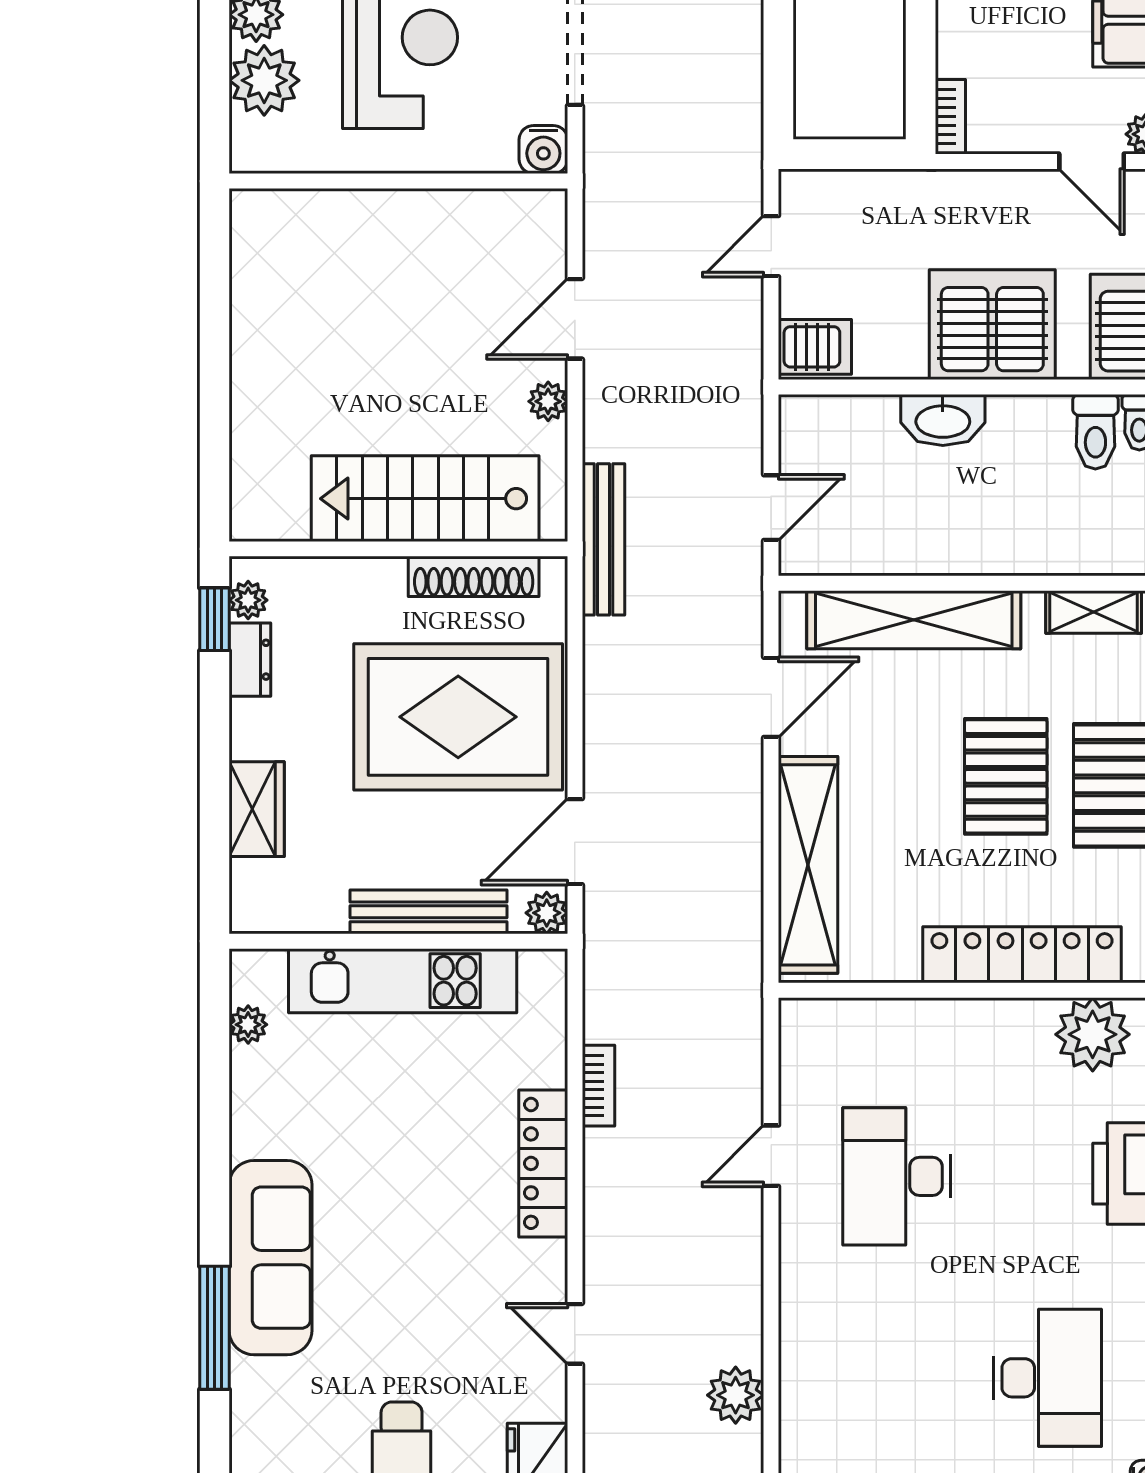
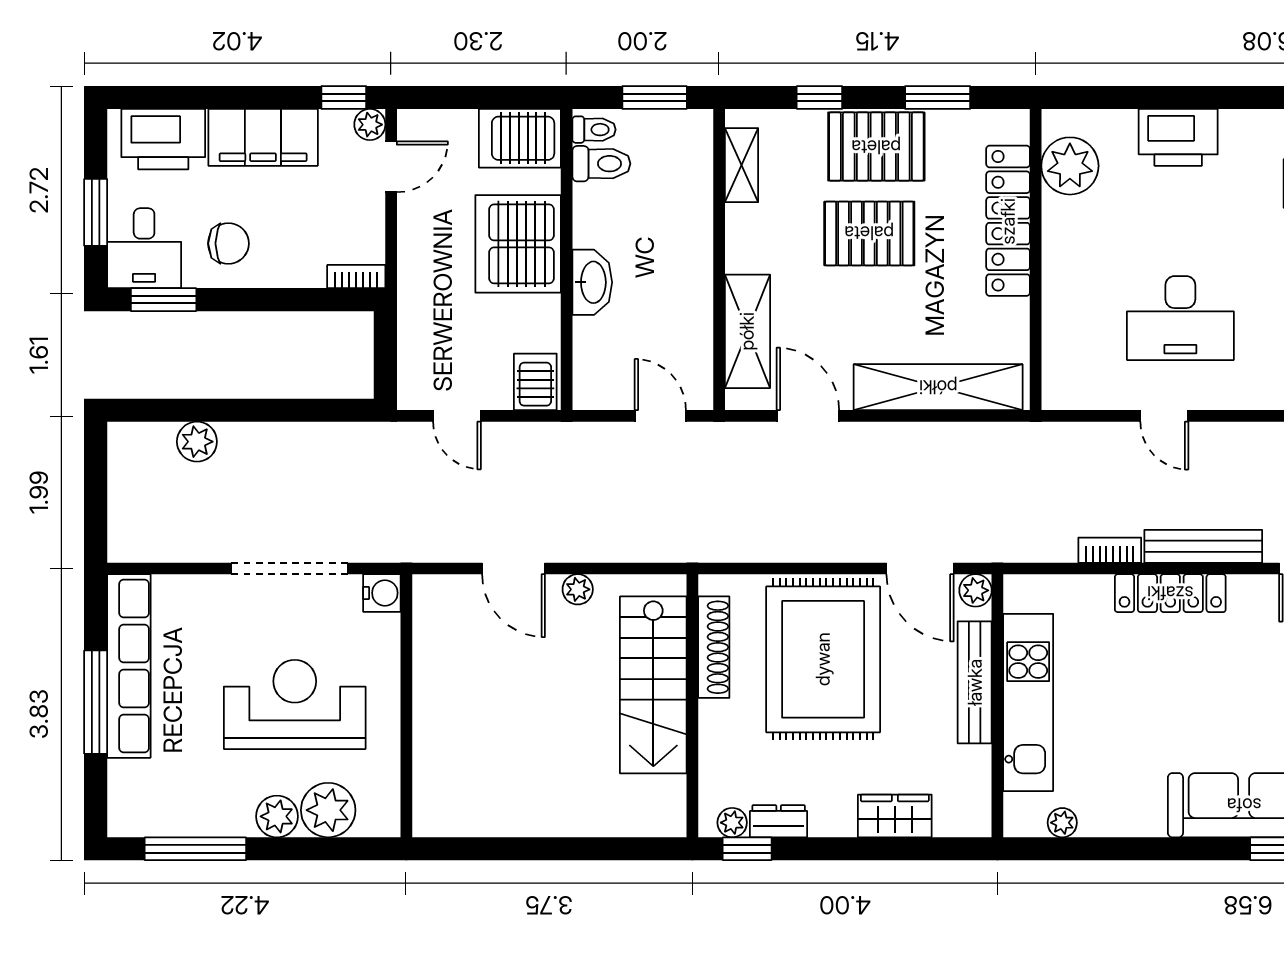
bench: (603, 539) -> (1203, 546), moved
shelving: (914, 620) -> (747, 331), width x0.68

